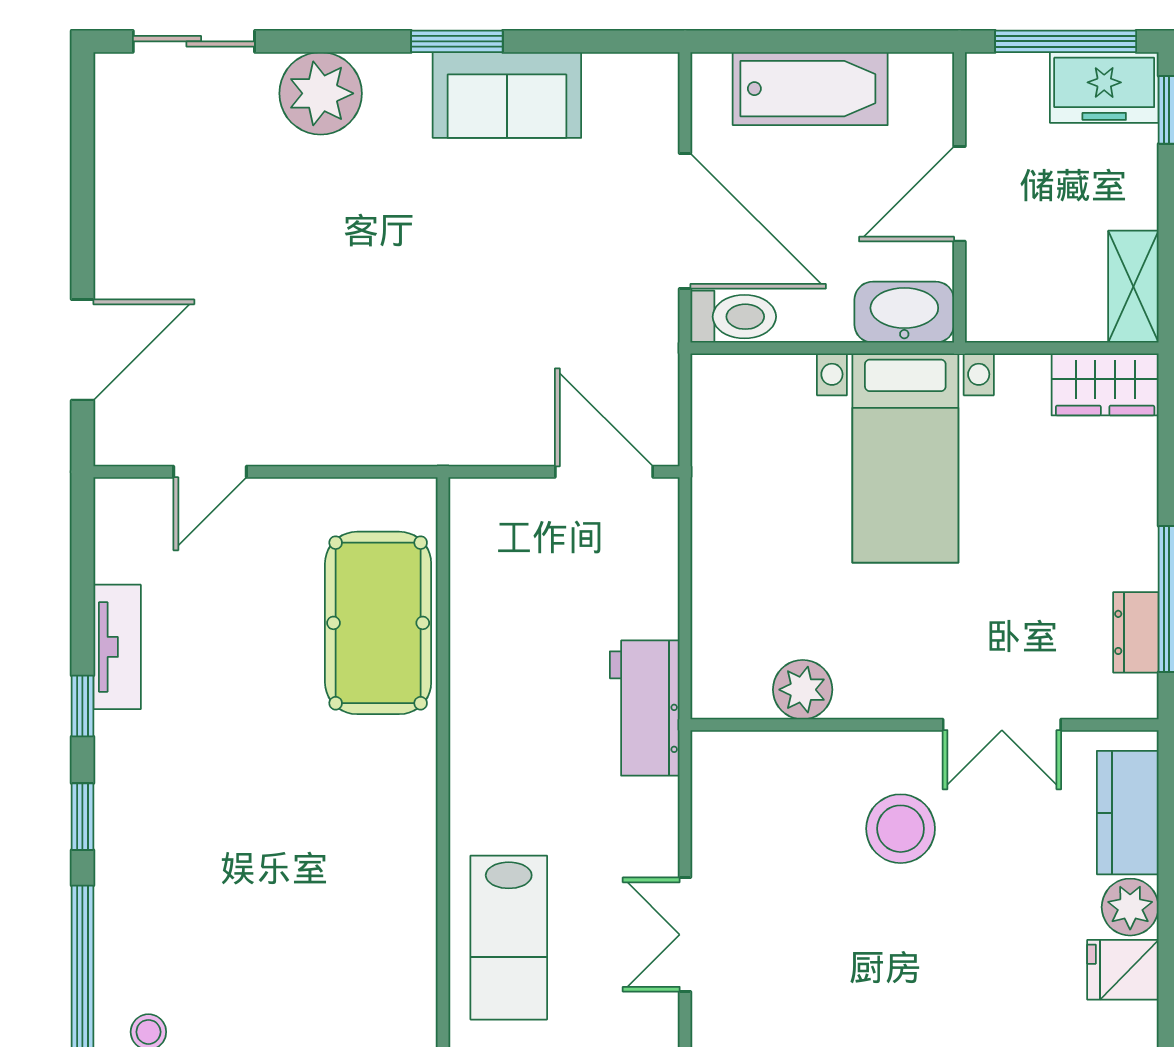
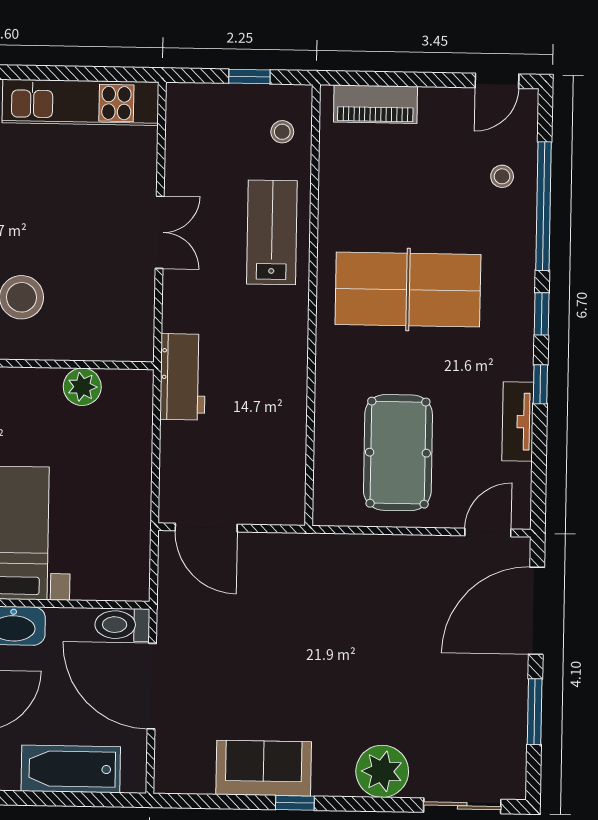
window: (457, 41) -> (295, 803), width x0.67
window: (82, 191) -> (535, 712), added
door: (82, 350) -> (536, 611), width x1.36
door: (210, 472) -> (488, 532), moved
pool table: (378, 623) -> (398, 453), moved
table tennis table: (293, 851) -> (408, 290), added

